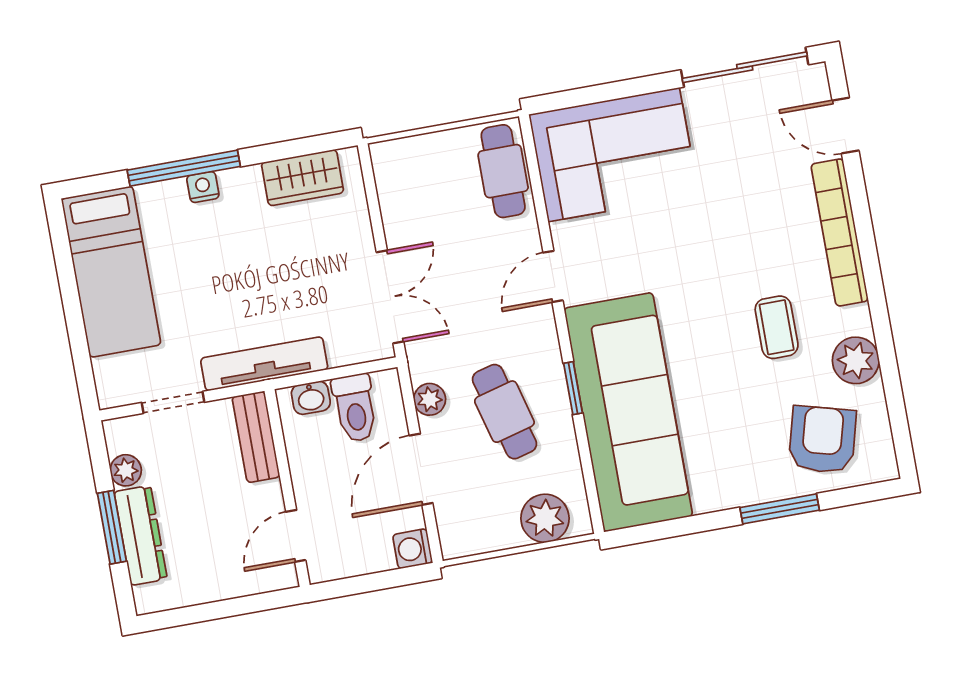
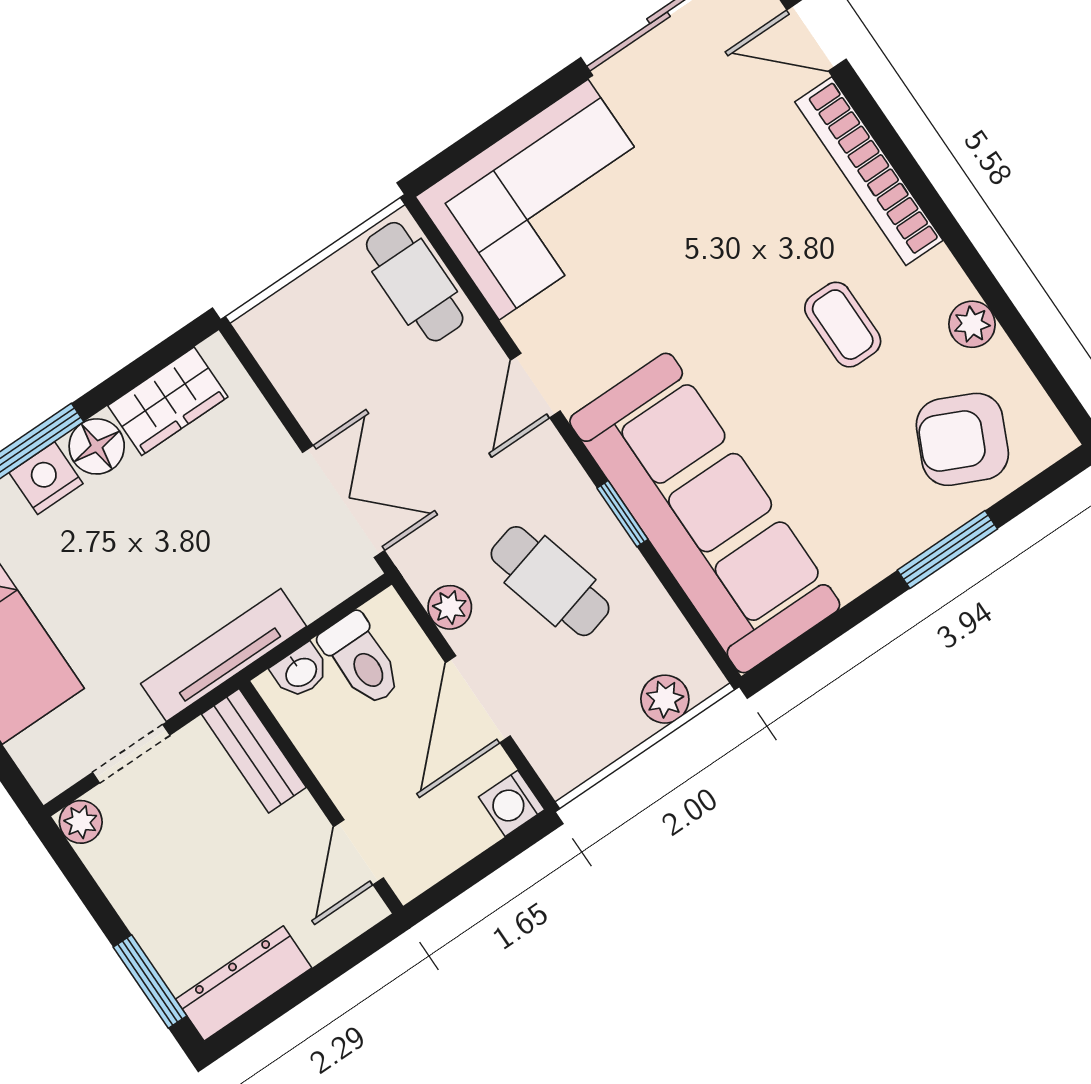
nightstand: (203, 187) -> (46, 478), width x1.39, depth x1.35
floor lamp: (241, 187) -> (97, 446), added
plant: (856, 360) -> (972, 324), width x0.73, depth x0.73
armchair: (822, 440) -> (962, 439), turned -80
plant: (126, 470) -> (81, 822), moved
plant: (545, 518) -> (665, 699), width x0.73, depth x0.73
window: (112, 527) -> (150, 981), moved
dresser: (141, 535) -> (244, 983), moved, turned -90

